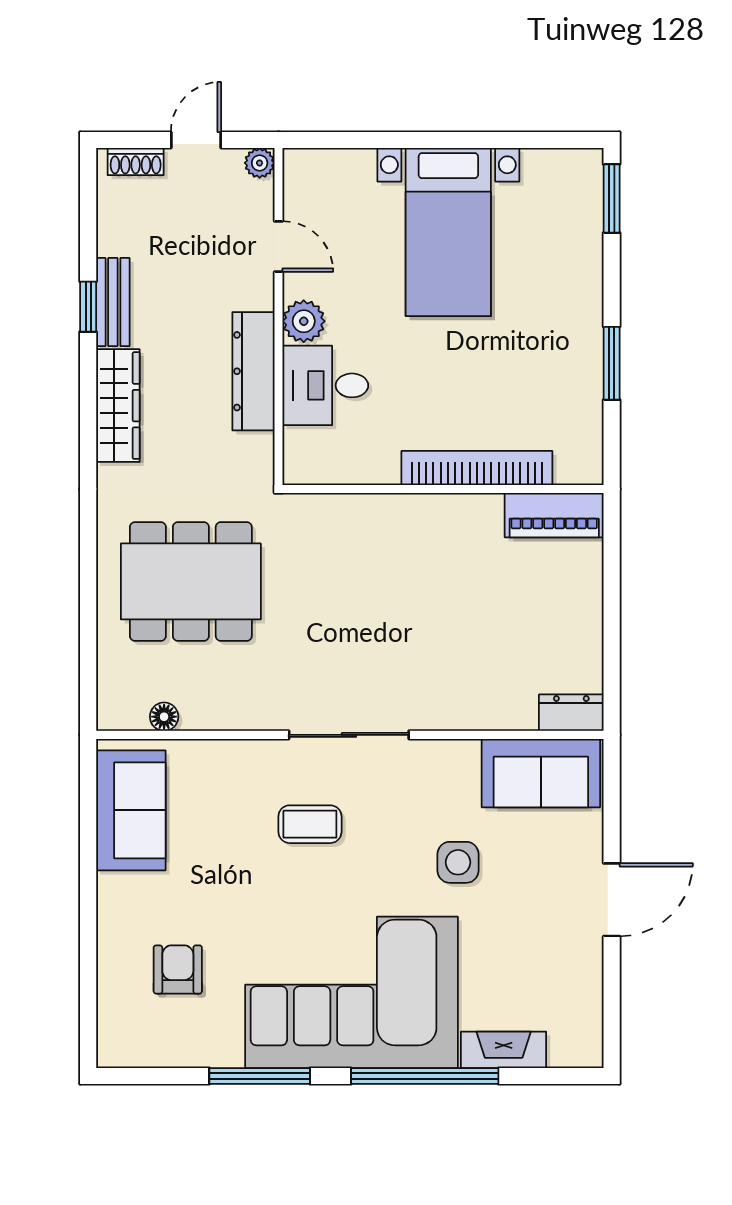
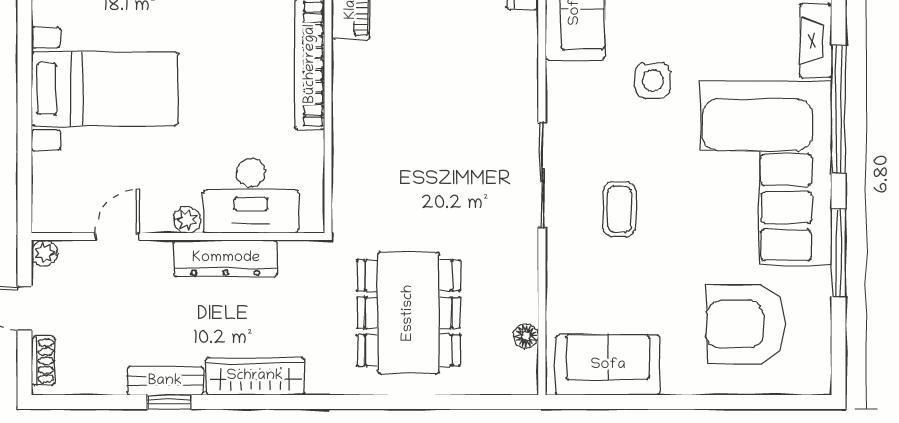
plant: (304, 321) -> (187, 220), width x0.73, depth x0.73
desk: (325, 385) -> (251, 196), width x1.37
armchair: (178, 969) -> (746, 324), width x1.88, depth x1.88

